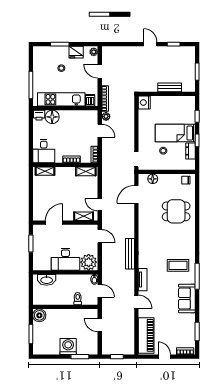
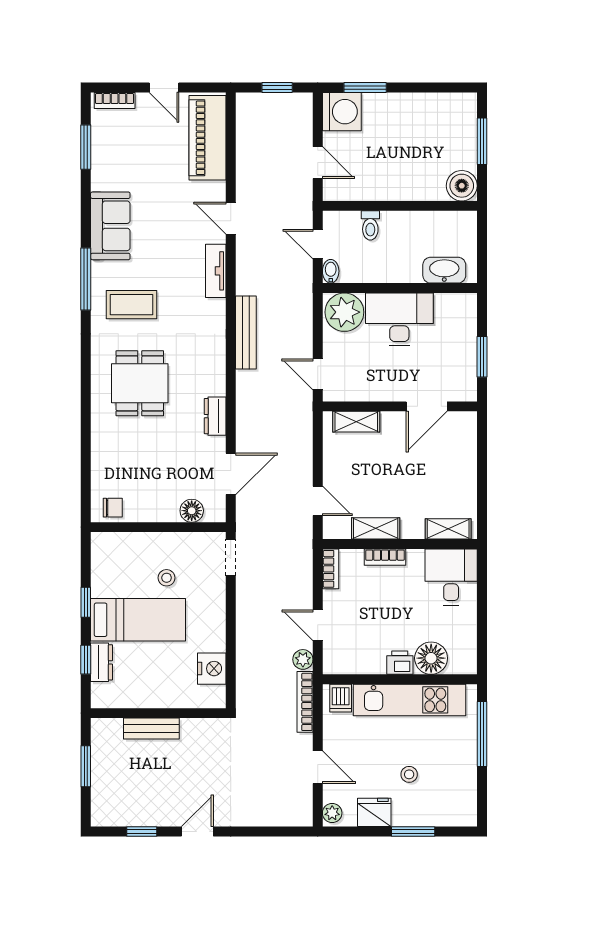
door: (150, 44) -> (197, 832), swing flipped
nightstand: (144, 102) -> (212, 669), moved
printer: (39, 115) -> (400, 663), moved
dresser: (191, 151) -> (102, 662), moved
shelving: (86, 171) -> (376, 528), moved
door: (100, 205) -> (318, 501), moved
dining table: (176, 211) -> (140, 383), moved, turned 90
dresser: (143, 219) -> (215, 416), added
washing machine: (68, 346) -> (342, 112), moved, turned -90

